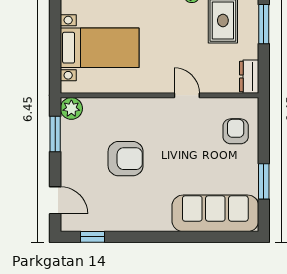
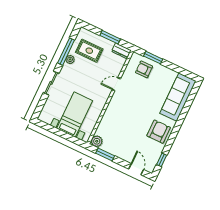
window: (264, 24) -> (110, 37), moved
armchair: (126, 159) -> (159, 132), moved
window: (264, 181) -> (153, 58), moved
door: (55, 200) -> (136, 169), hinge flipped

